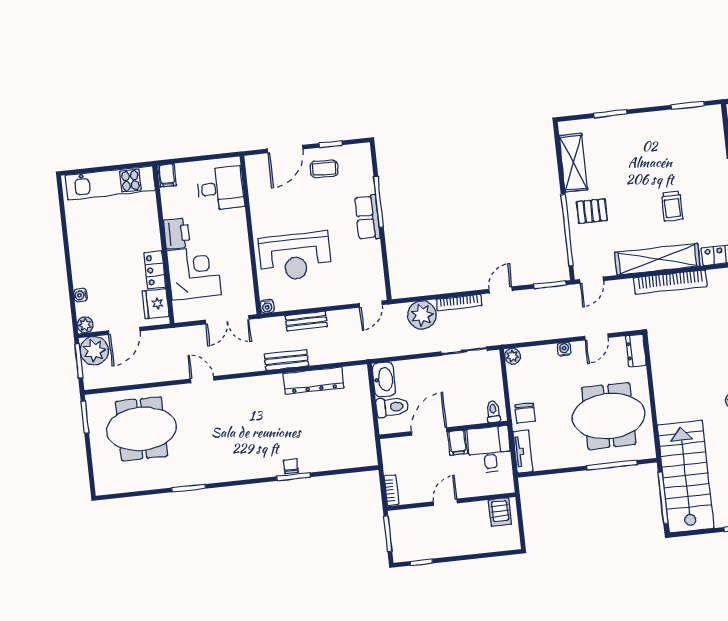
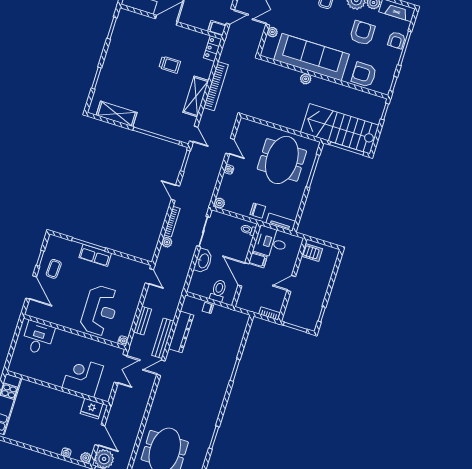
filing cabinet: (167, 175) -> (16, 367), removed
pallet: (592, 211) -> (151, 115), removed
printer: (177, 233) -> (54, 377), removed
shelving: (657, 259) -> (196, 96), width x0.68
locker: (155, 270) -> (71, 400), removed
plant: (422, 315) -> (167, 242), width x0.53, depth x0.53
dresser: (636, 350) -> (249, 126), removed
bench: (286, 360) -> (163, 338), width x1.36
washbasin: (384, 379) -> (203, 261), moved, turned 90
door: (202, 380) -> (161, 368), moved
chair: (291, 466) -> (208, 308), moved
door: (445, 502) -> (291, 284), hinge flipped

